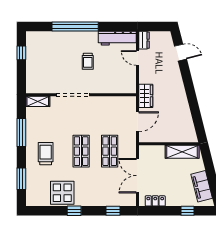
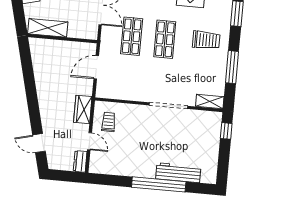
workbench: (117, 38) -> (178, 173), moved
window: (21, 53) -> (226, 131), moved
trolley: (88, 61) -> (109, 122), moved
wardrobe: (146, 96) -> (83, 109), moved
trolley: (46, 154) -> (206, 40), turned -90

